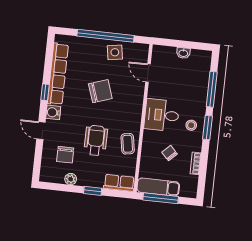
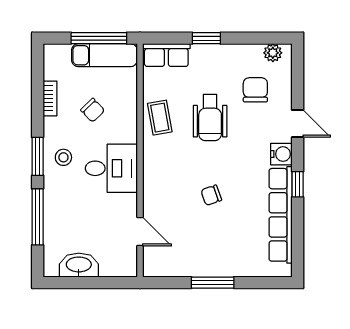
window: (105, 36) -> (213, 283), width x0.47
side table: (115, 52) -> (195, 258), removed
washbasin: (183, 53) -> (79, 265), width x1.91, depth x1.45
chair: (100, 91) -> (211, 195), width x0.54, depth x0.54
plant: (71, 179) -> (273, 53), moved

